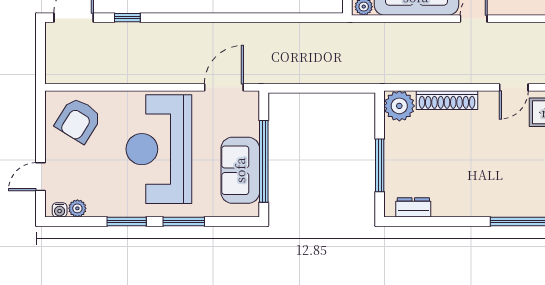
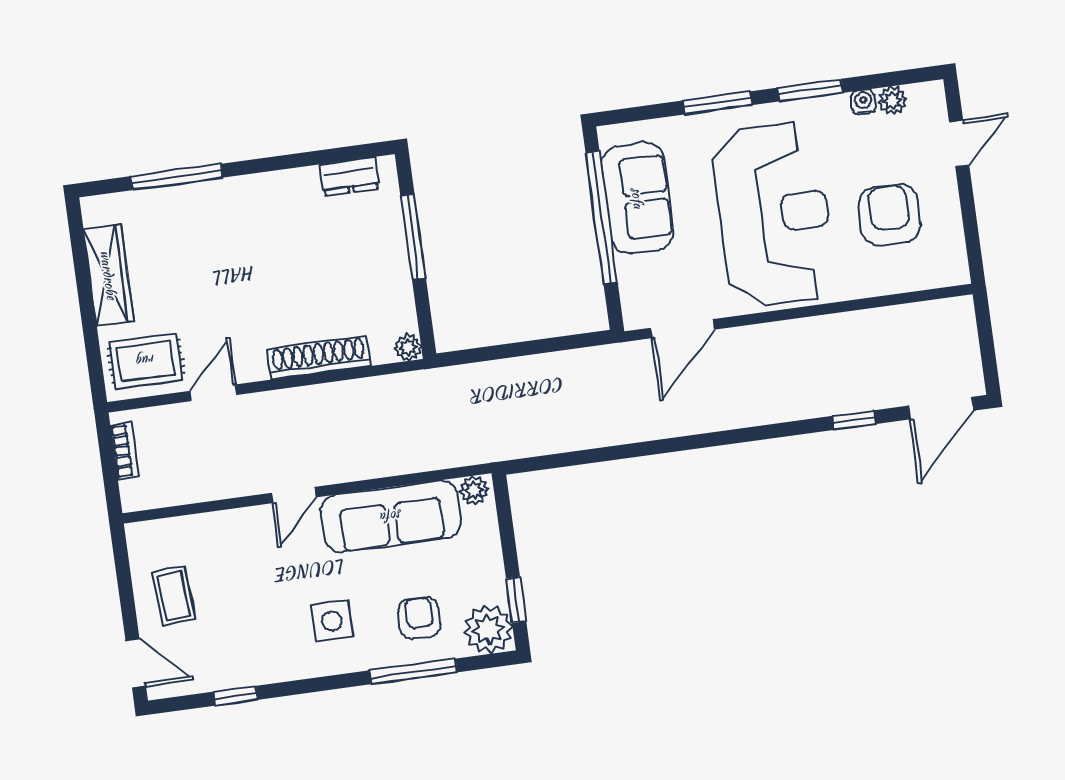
plant: (399, 106) -> (408, 347), width x0.53, depth x0.53
armchair: (78, 120) -> (890, 215), moved, turned -32
water cooler: (60, 210) -> (863, 102), moved

